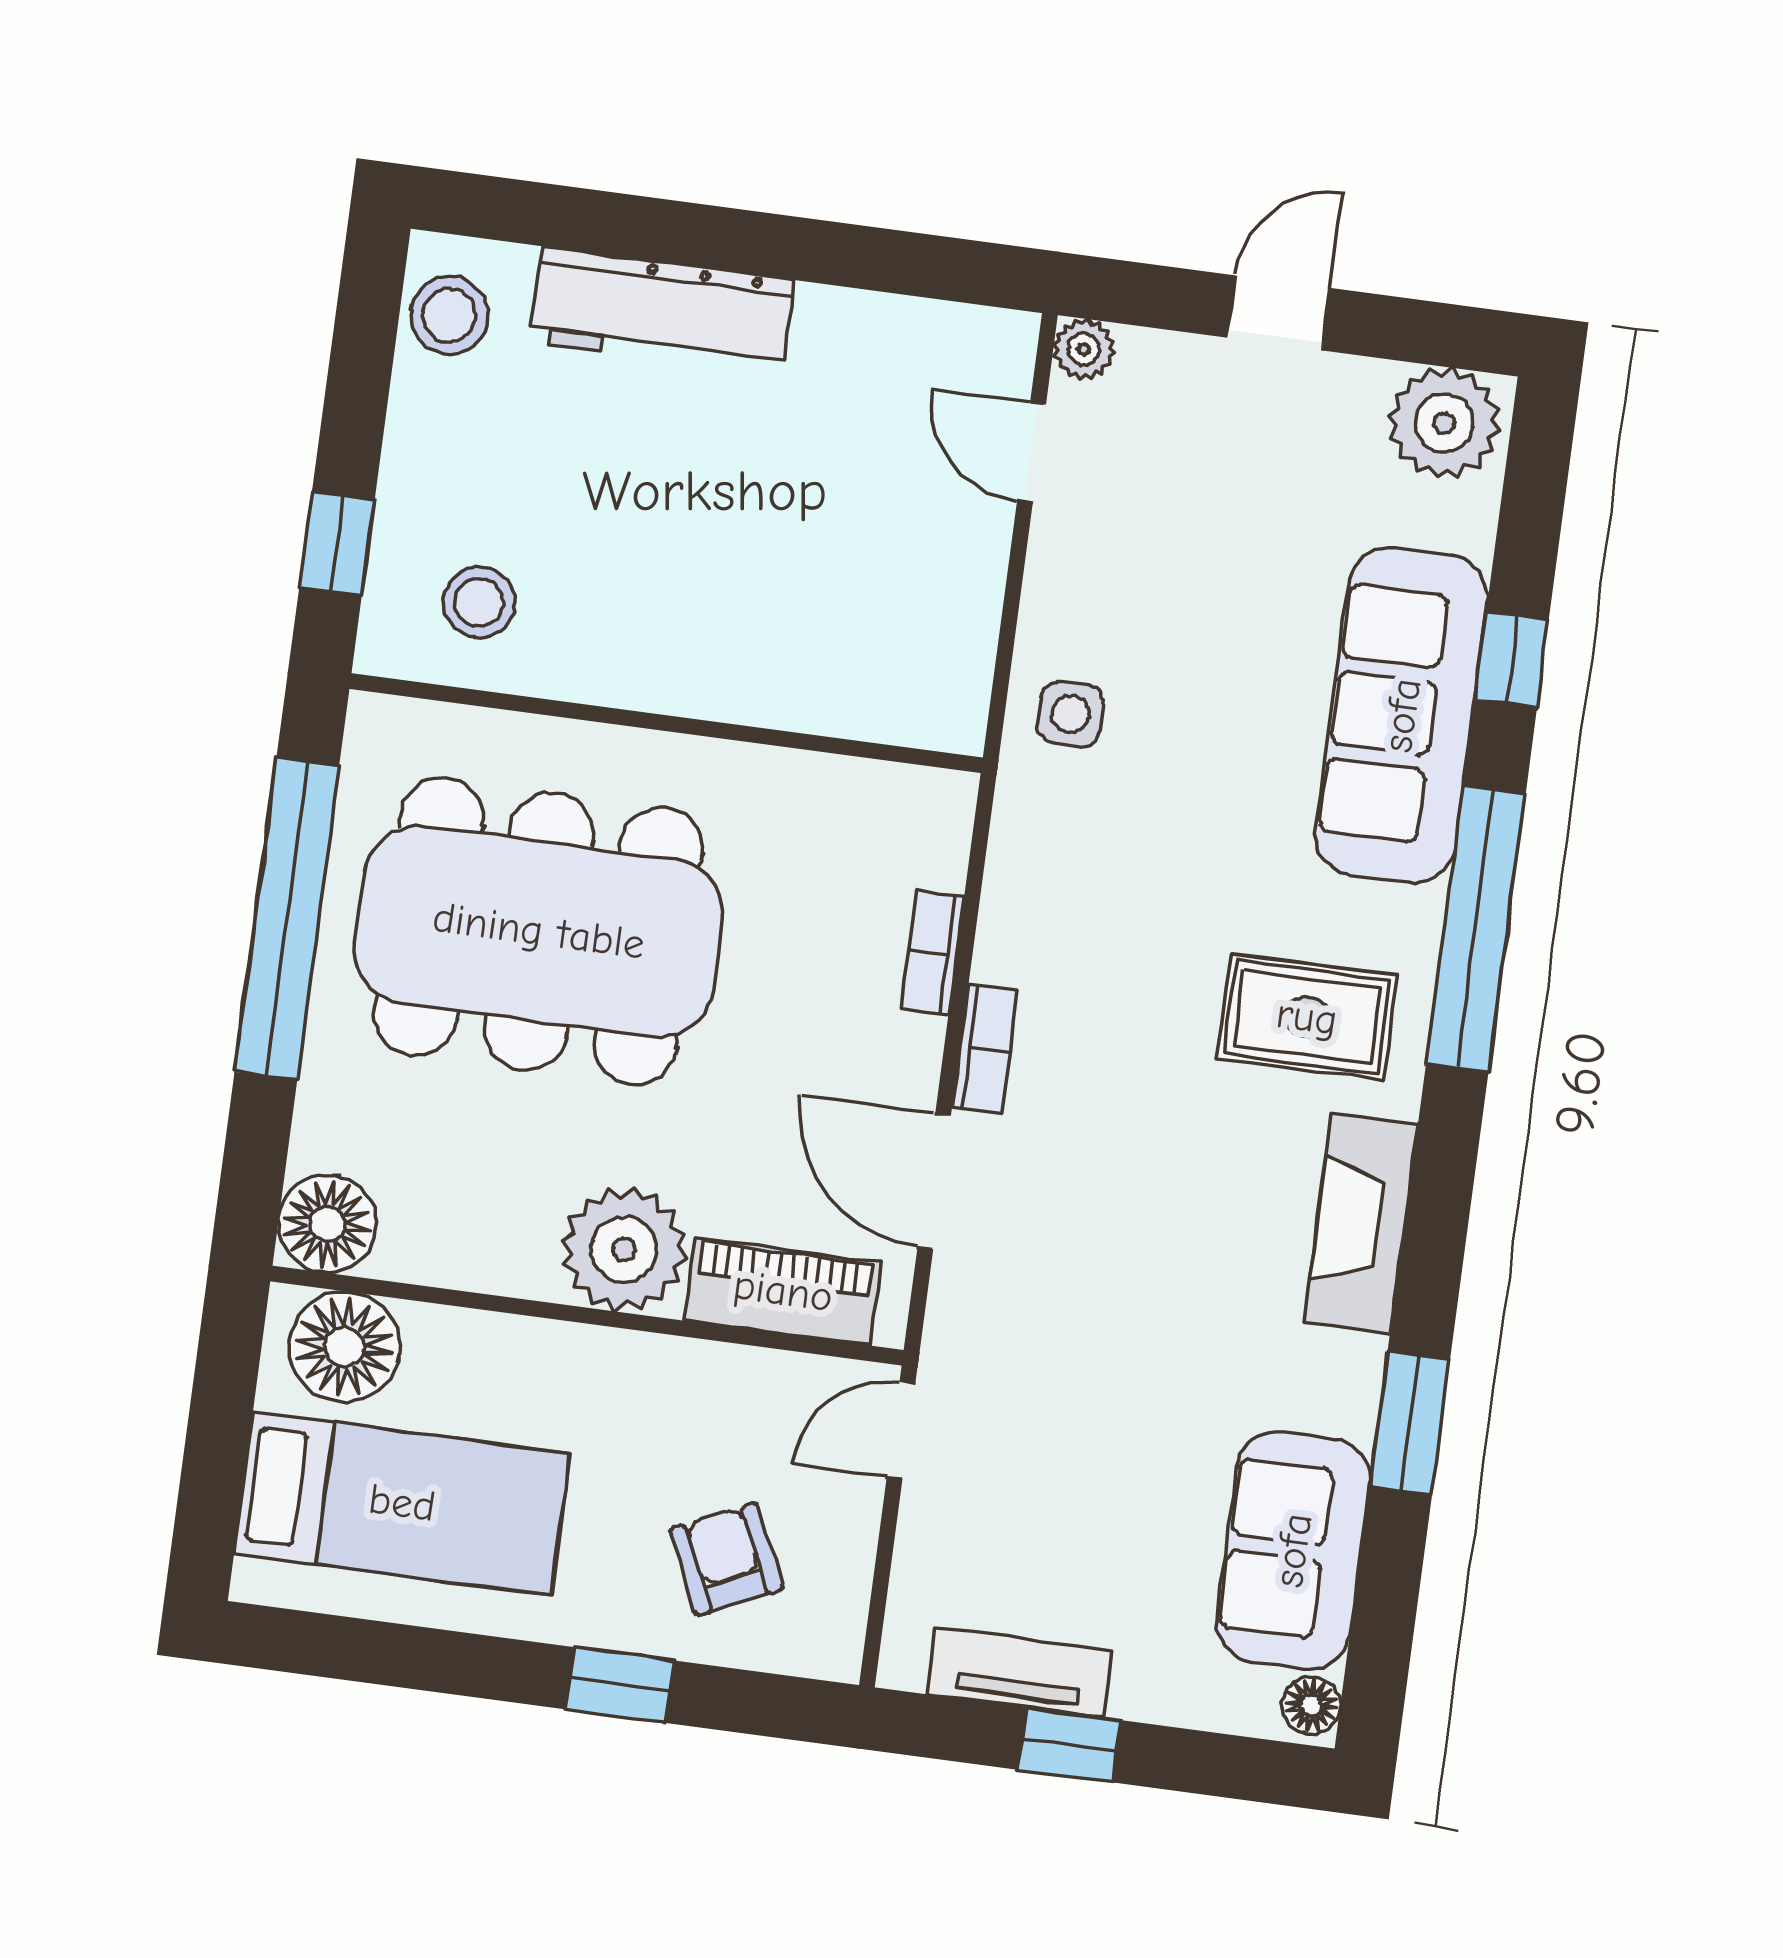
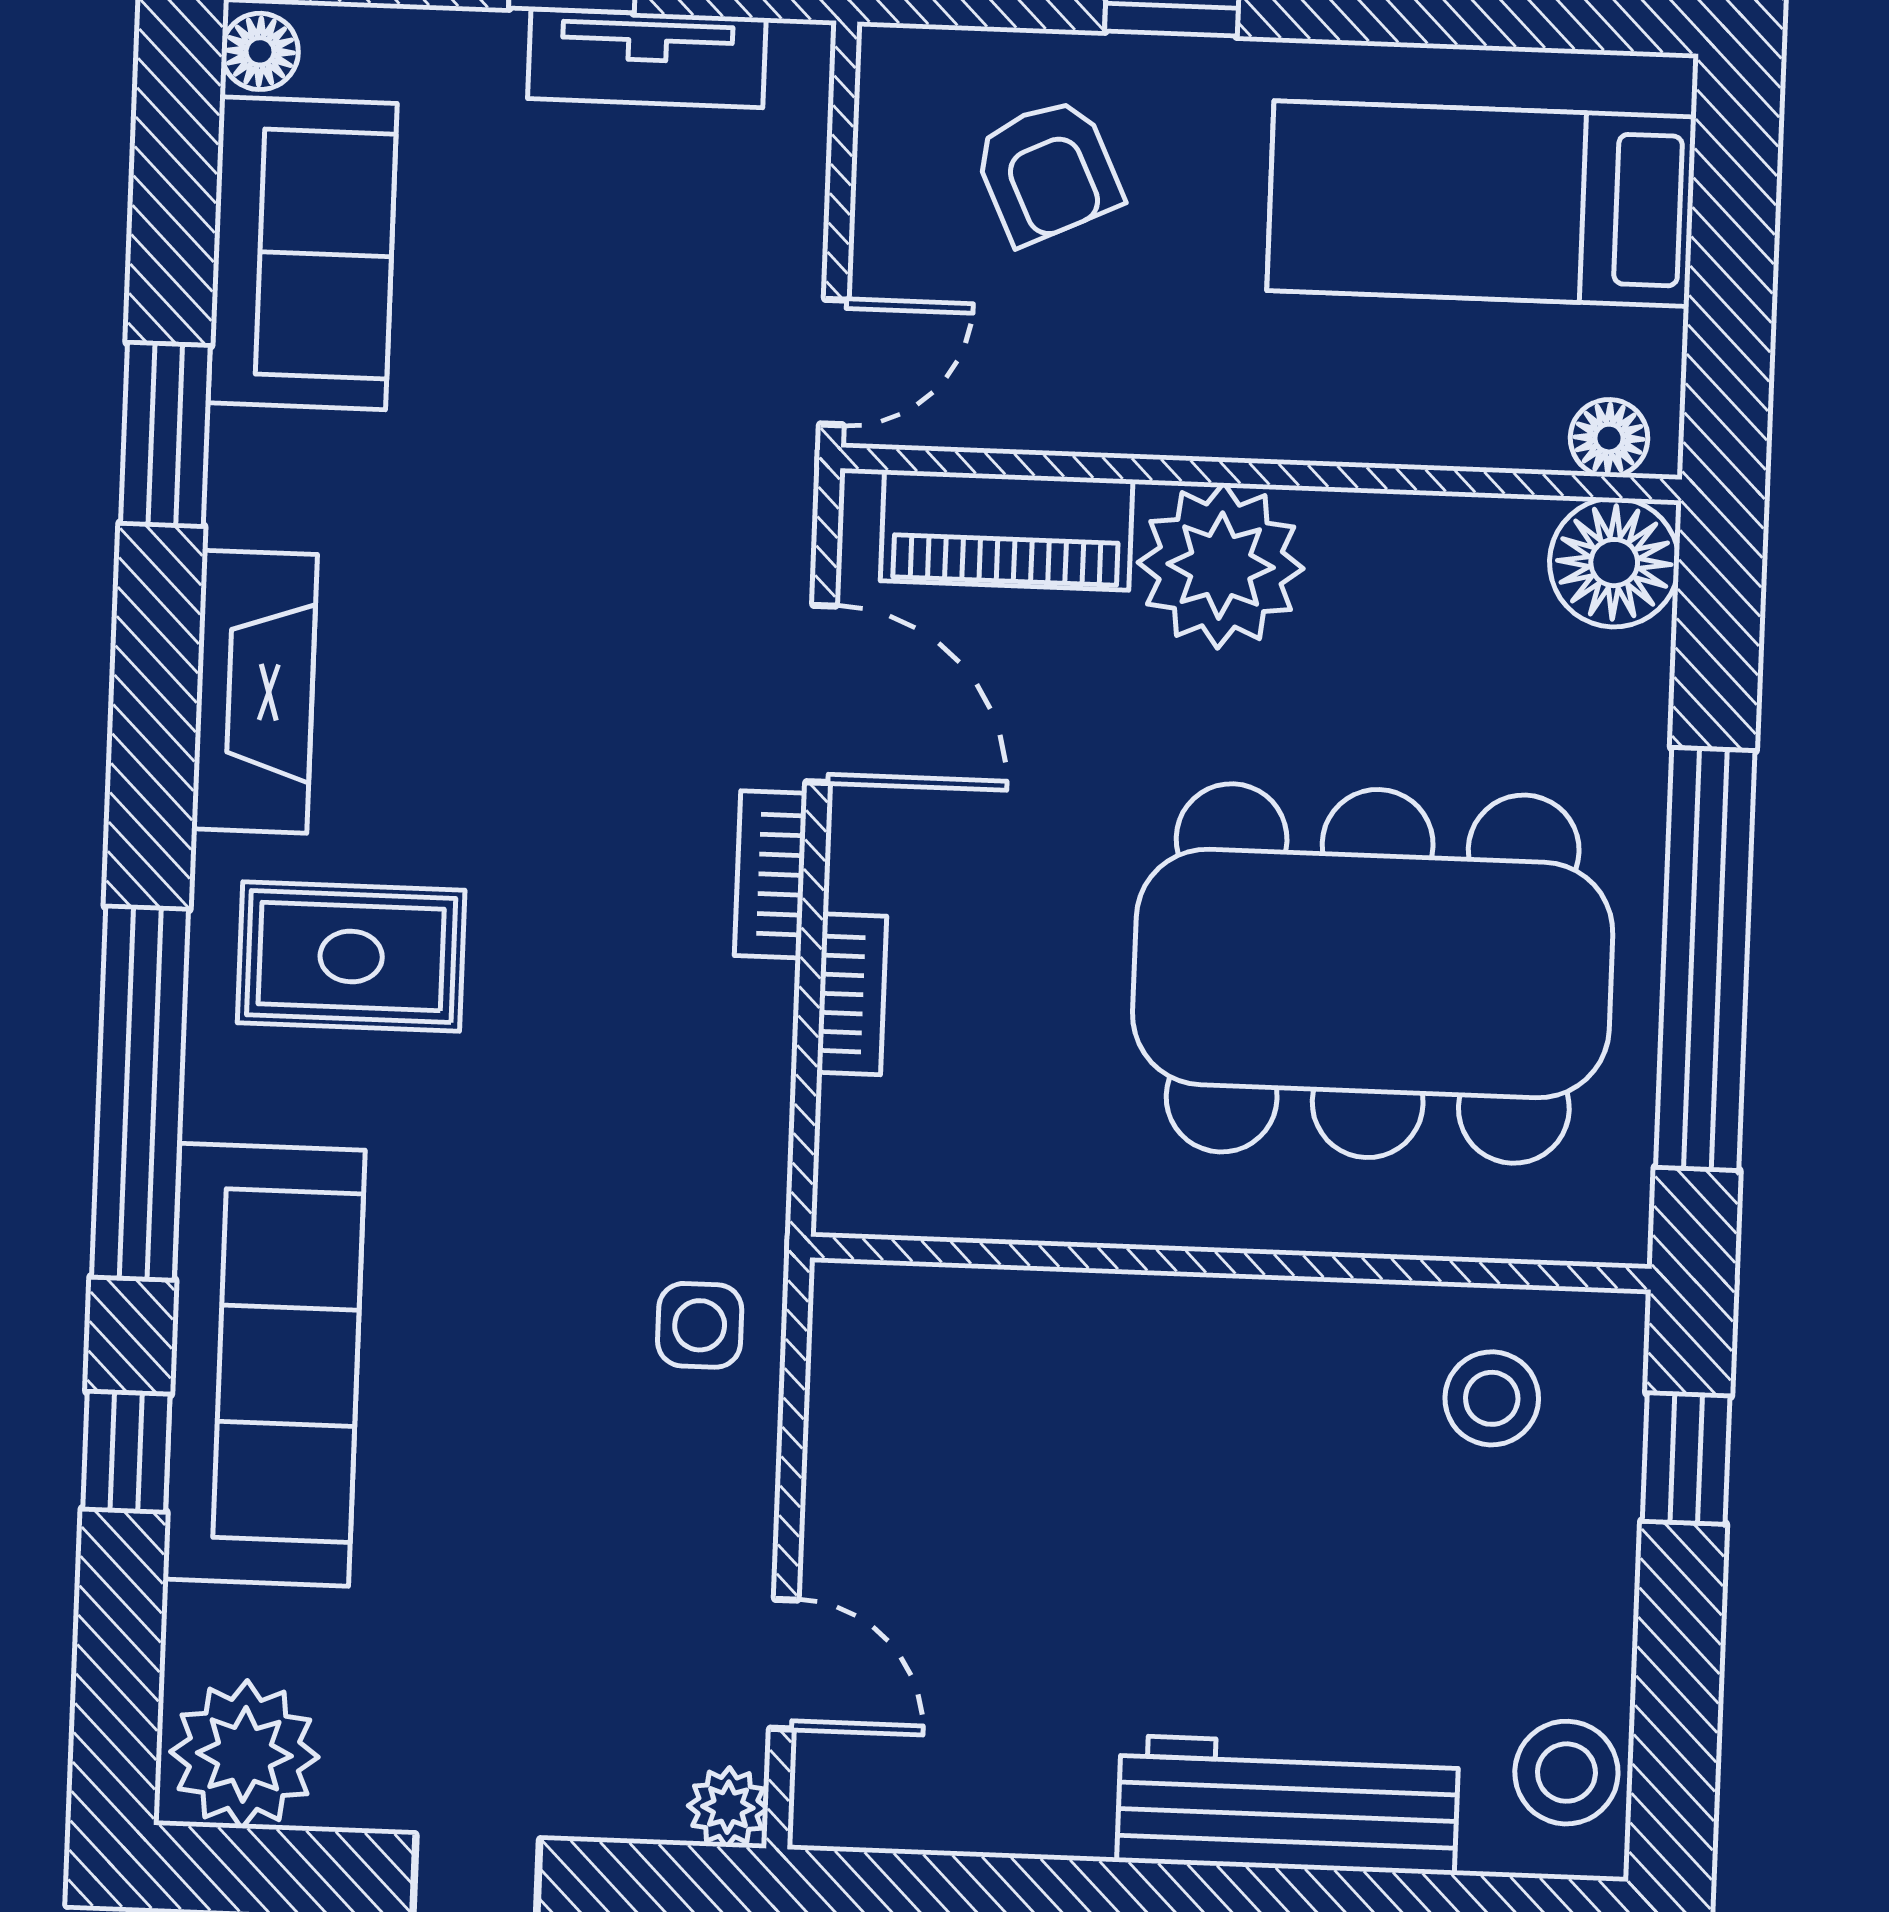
floor lamp: (345, 1347) -> (1609, 438), width x0.53, depth x0.53

